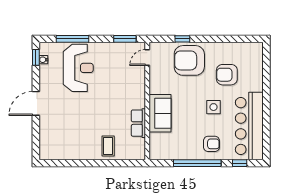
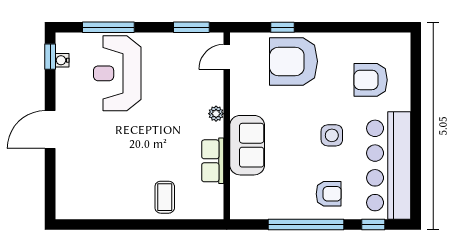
reception desk: (78, 68) -> (117, 73), turned 180
armchair: (227, 75) -> (371, 80), moved
plant: (140, 93) -> (216, 114), added

